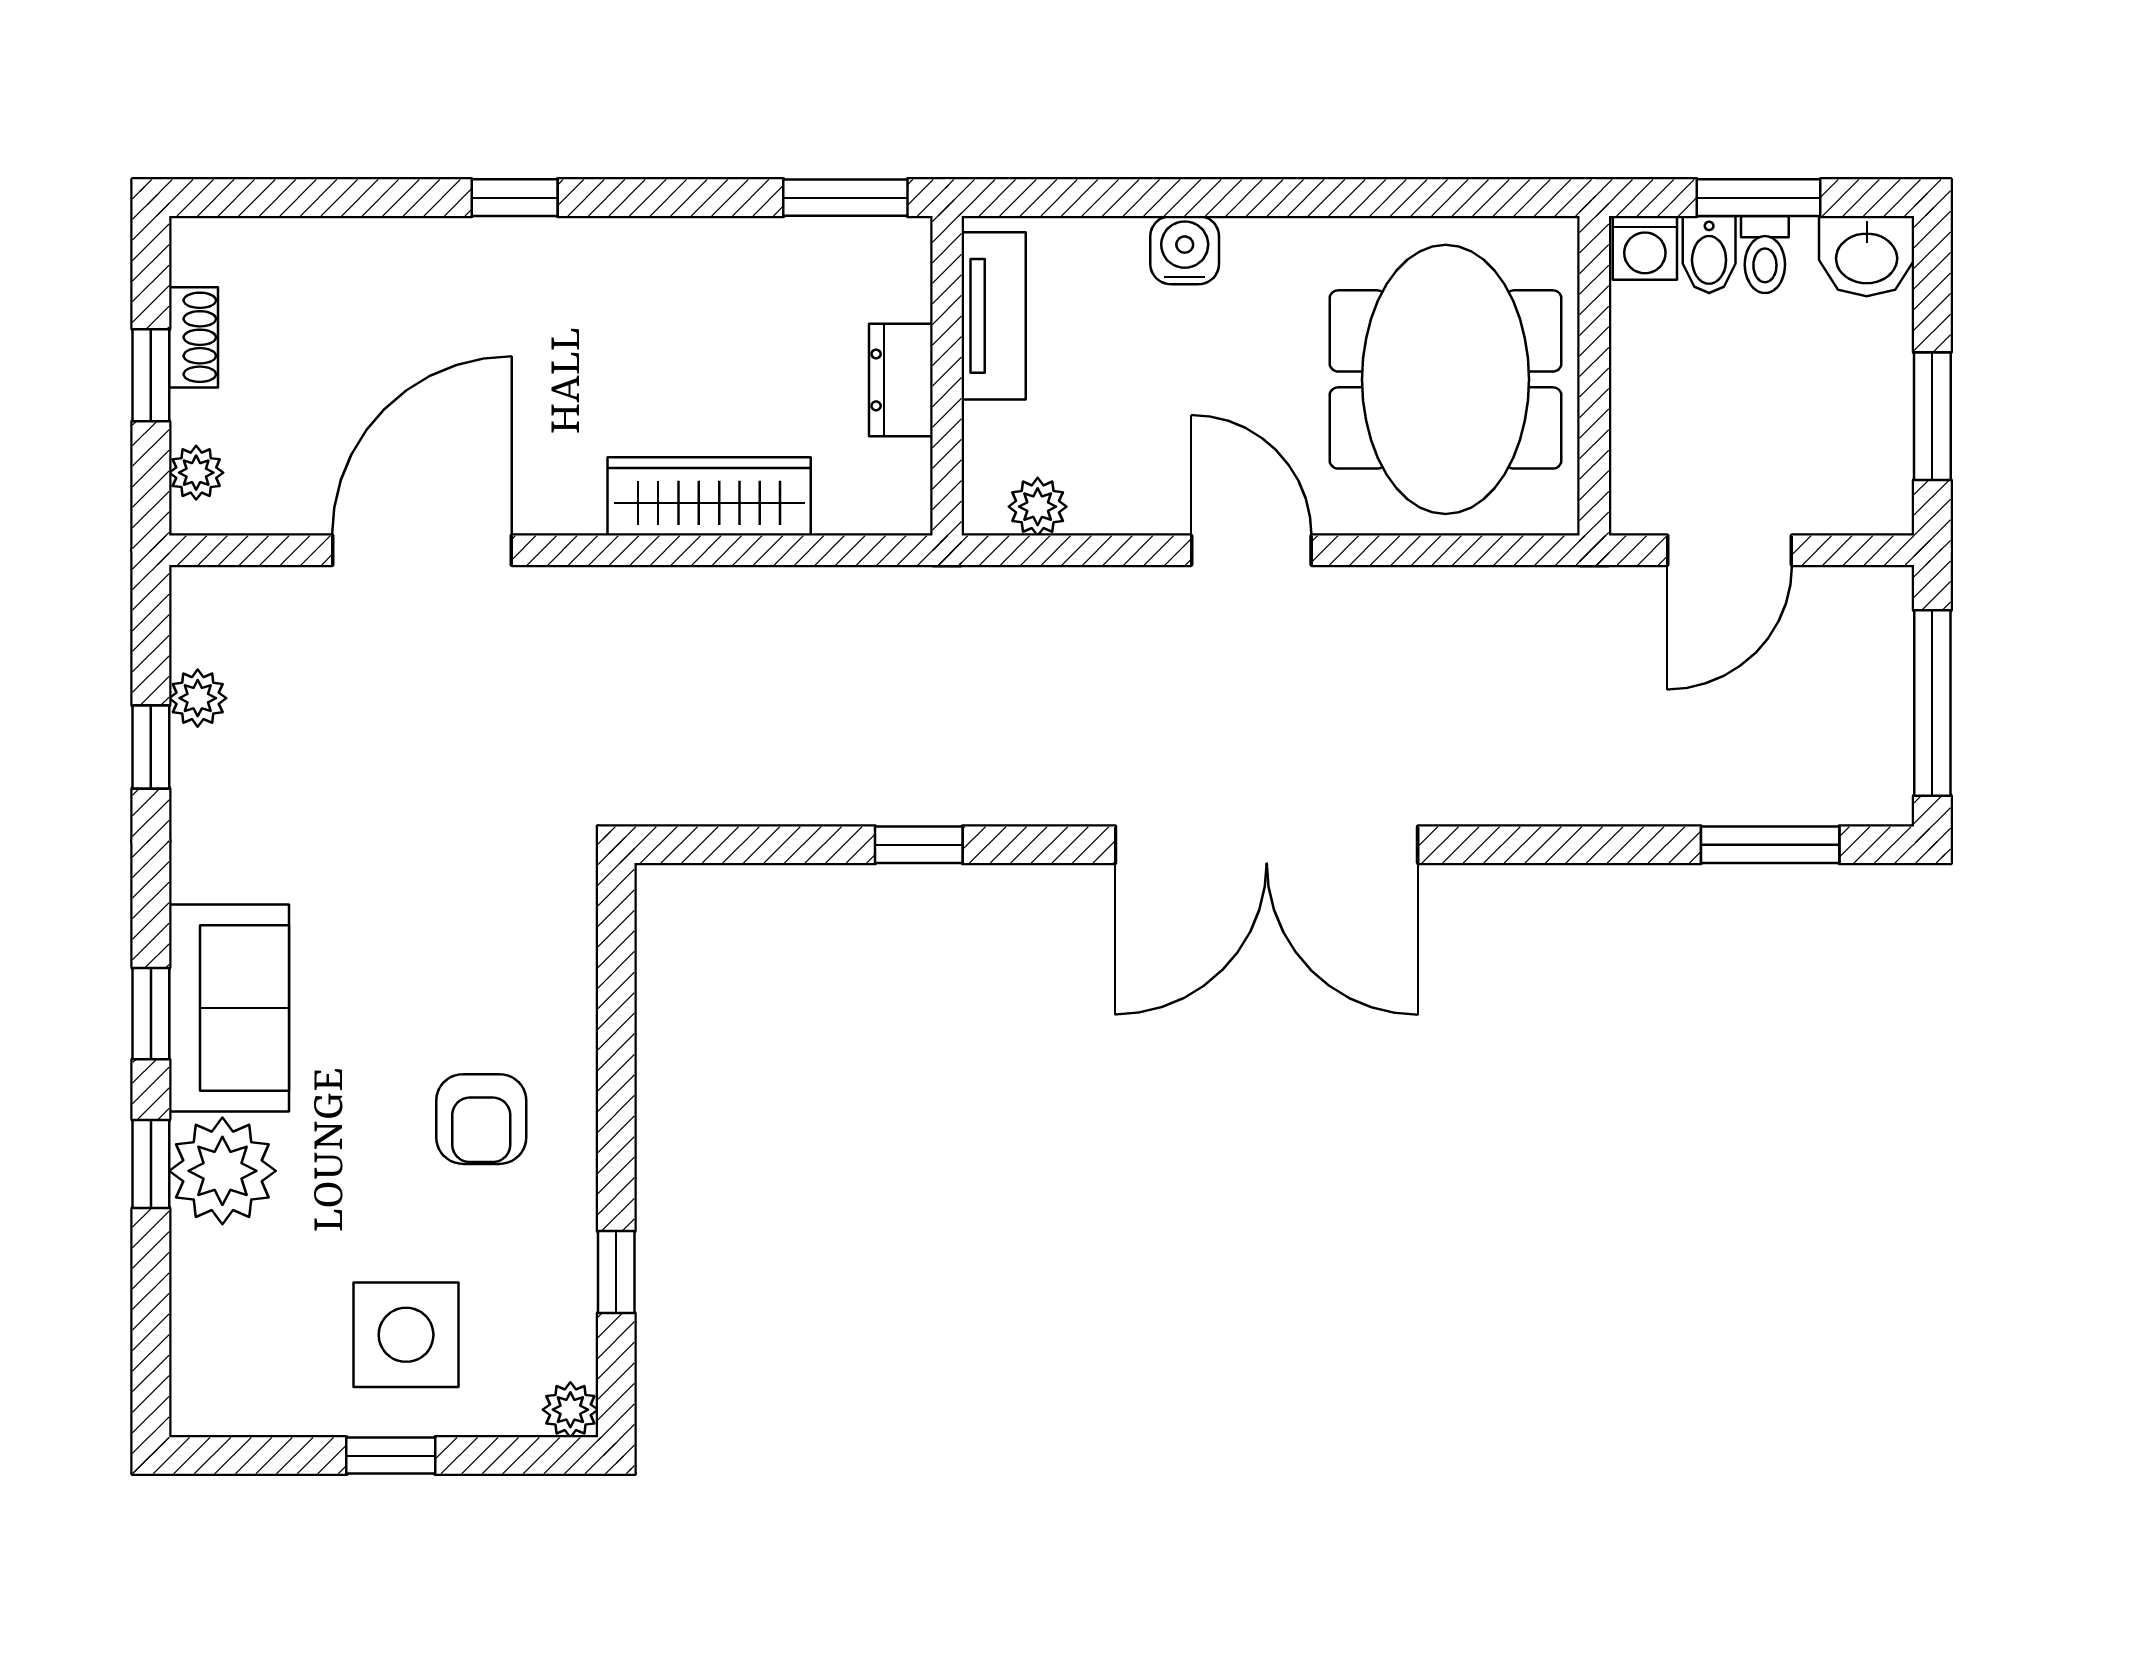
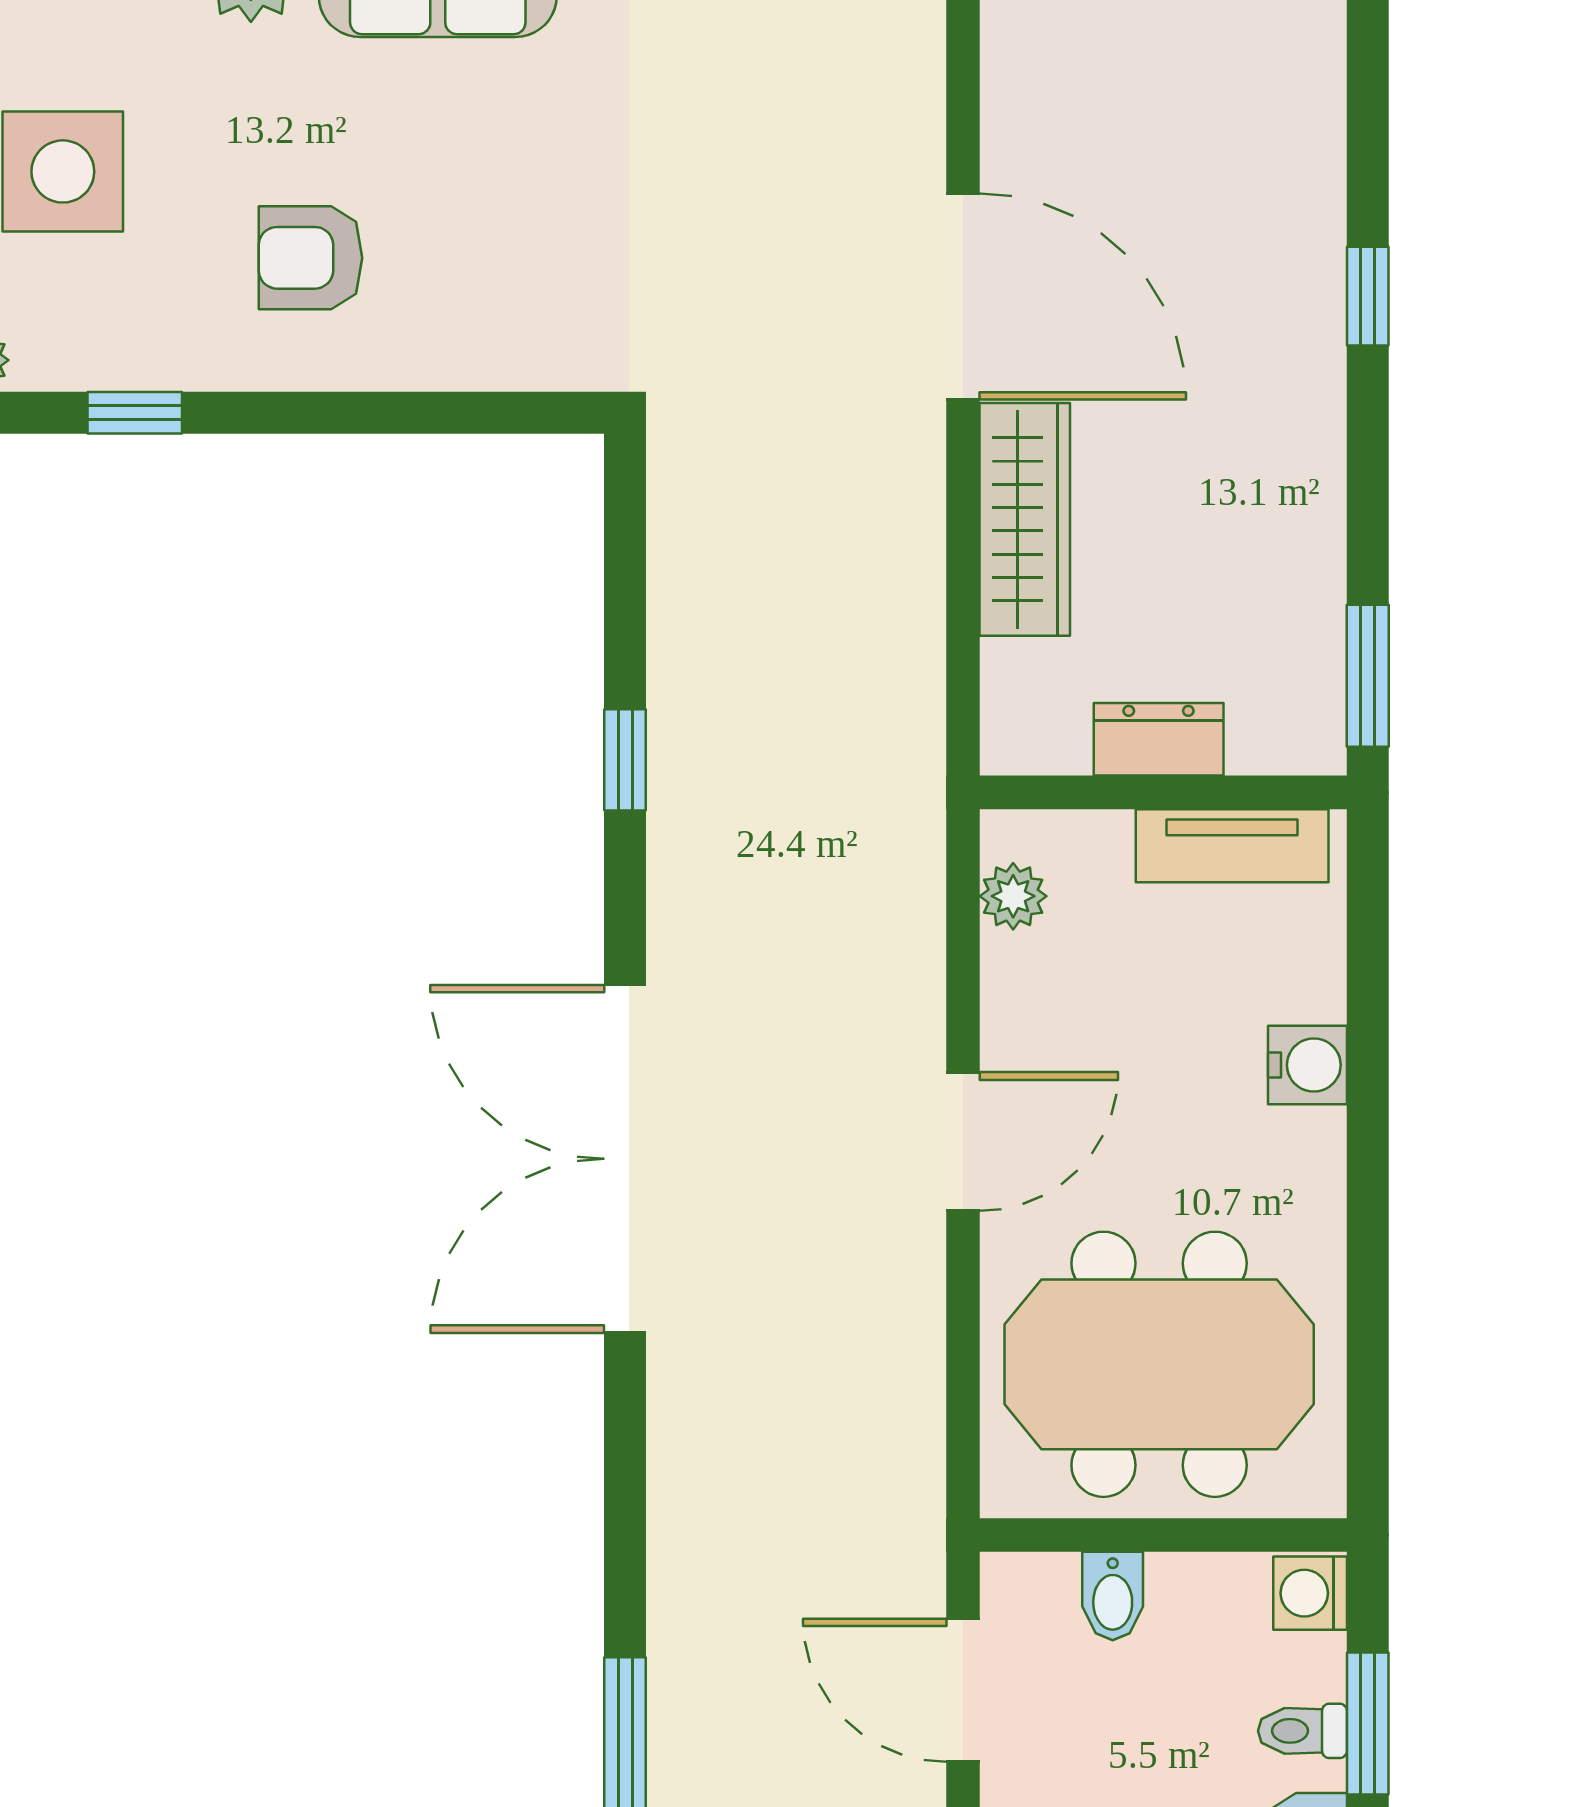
bidet: (1709, 254) -> (1113, 1596), moved, turned -90
door: (422, 550) -> (963, 296), moved

